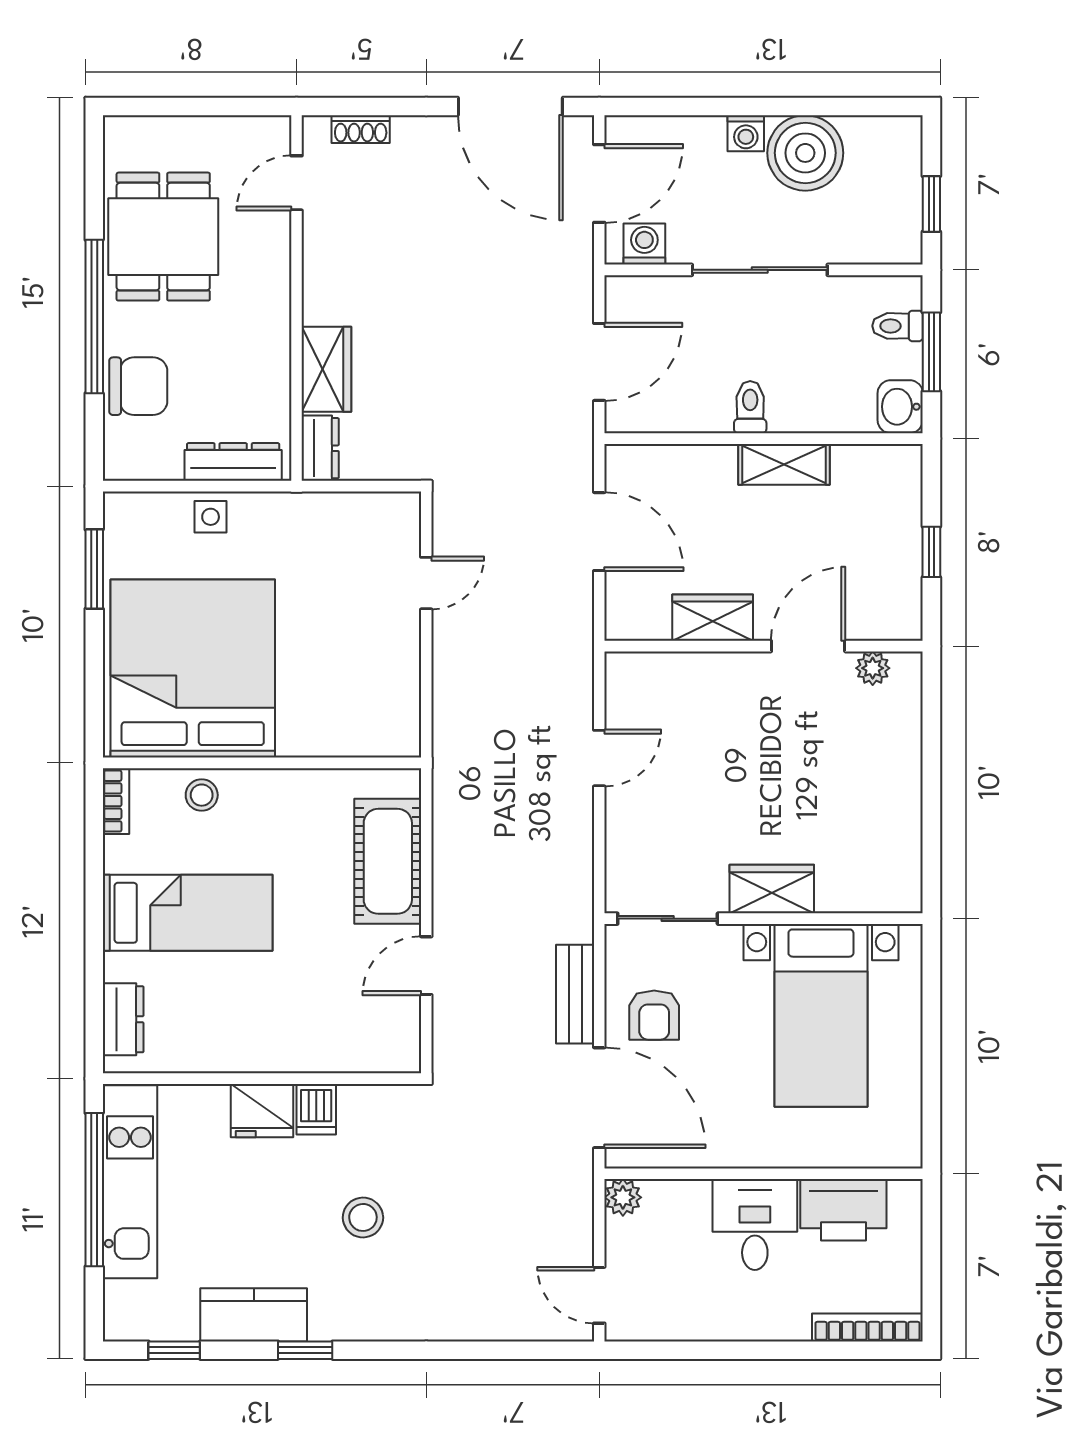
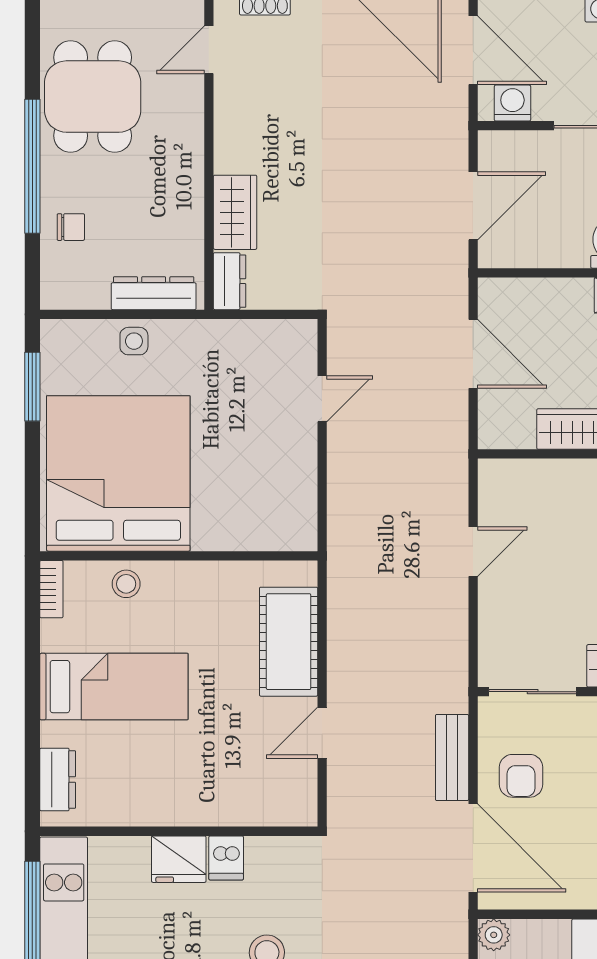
door: (599, 183) -> (473, 50), hinge flipped
chair: (138, 386) -> (71, 227), width x0.54, depth x0.54

